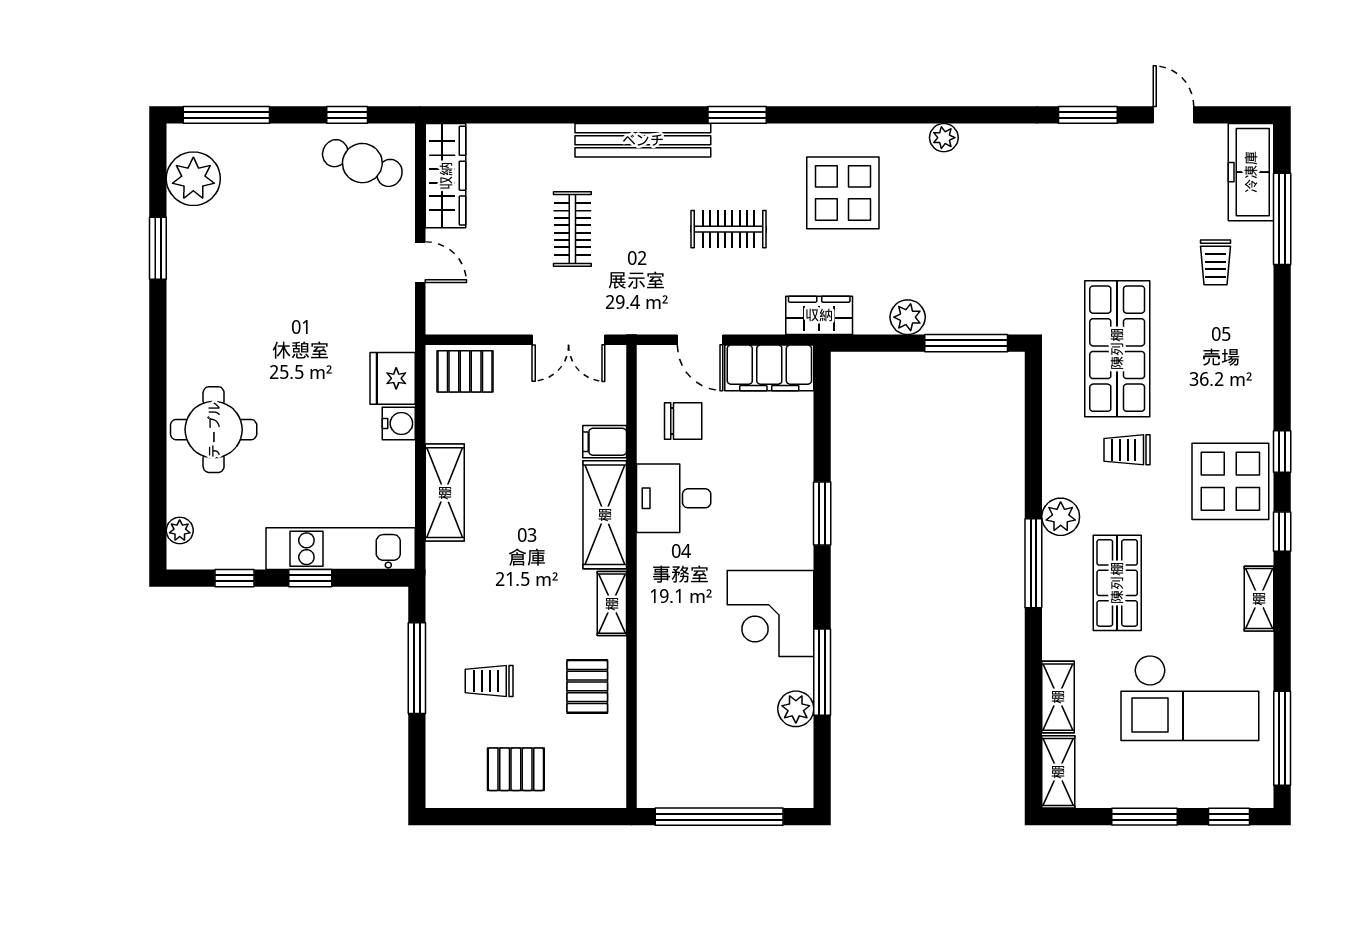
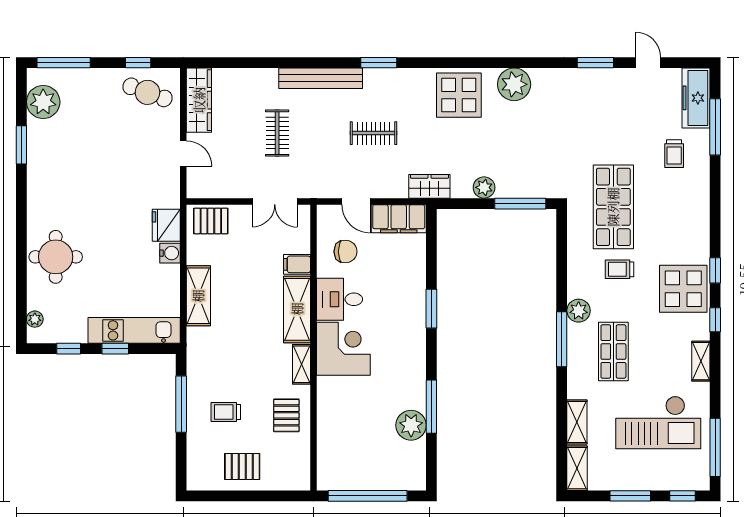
plant: (944, 138) -> (514, 84), width x1.87, depth x1.87
display table: (843, 193) -> (459, 95), moved
corner desk: (771, 613) -> (343, 349), moved, turned 180
plant: (796, 709) -> (411, 425), width x1.36, depth x1.36

